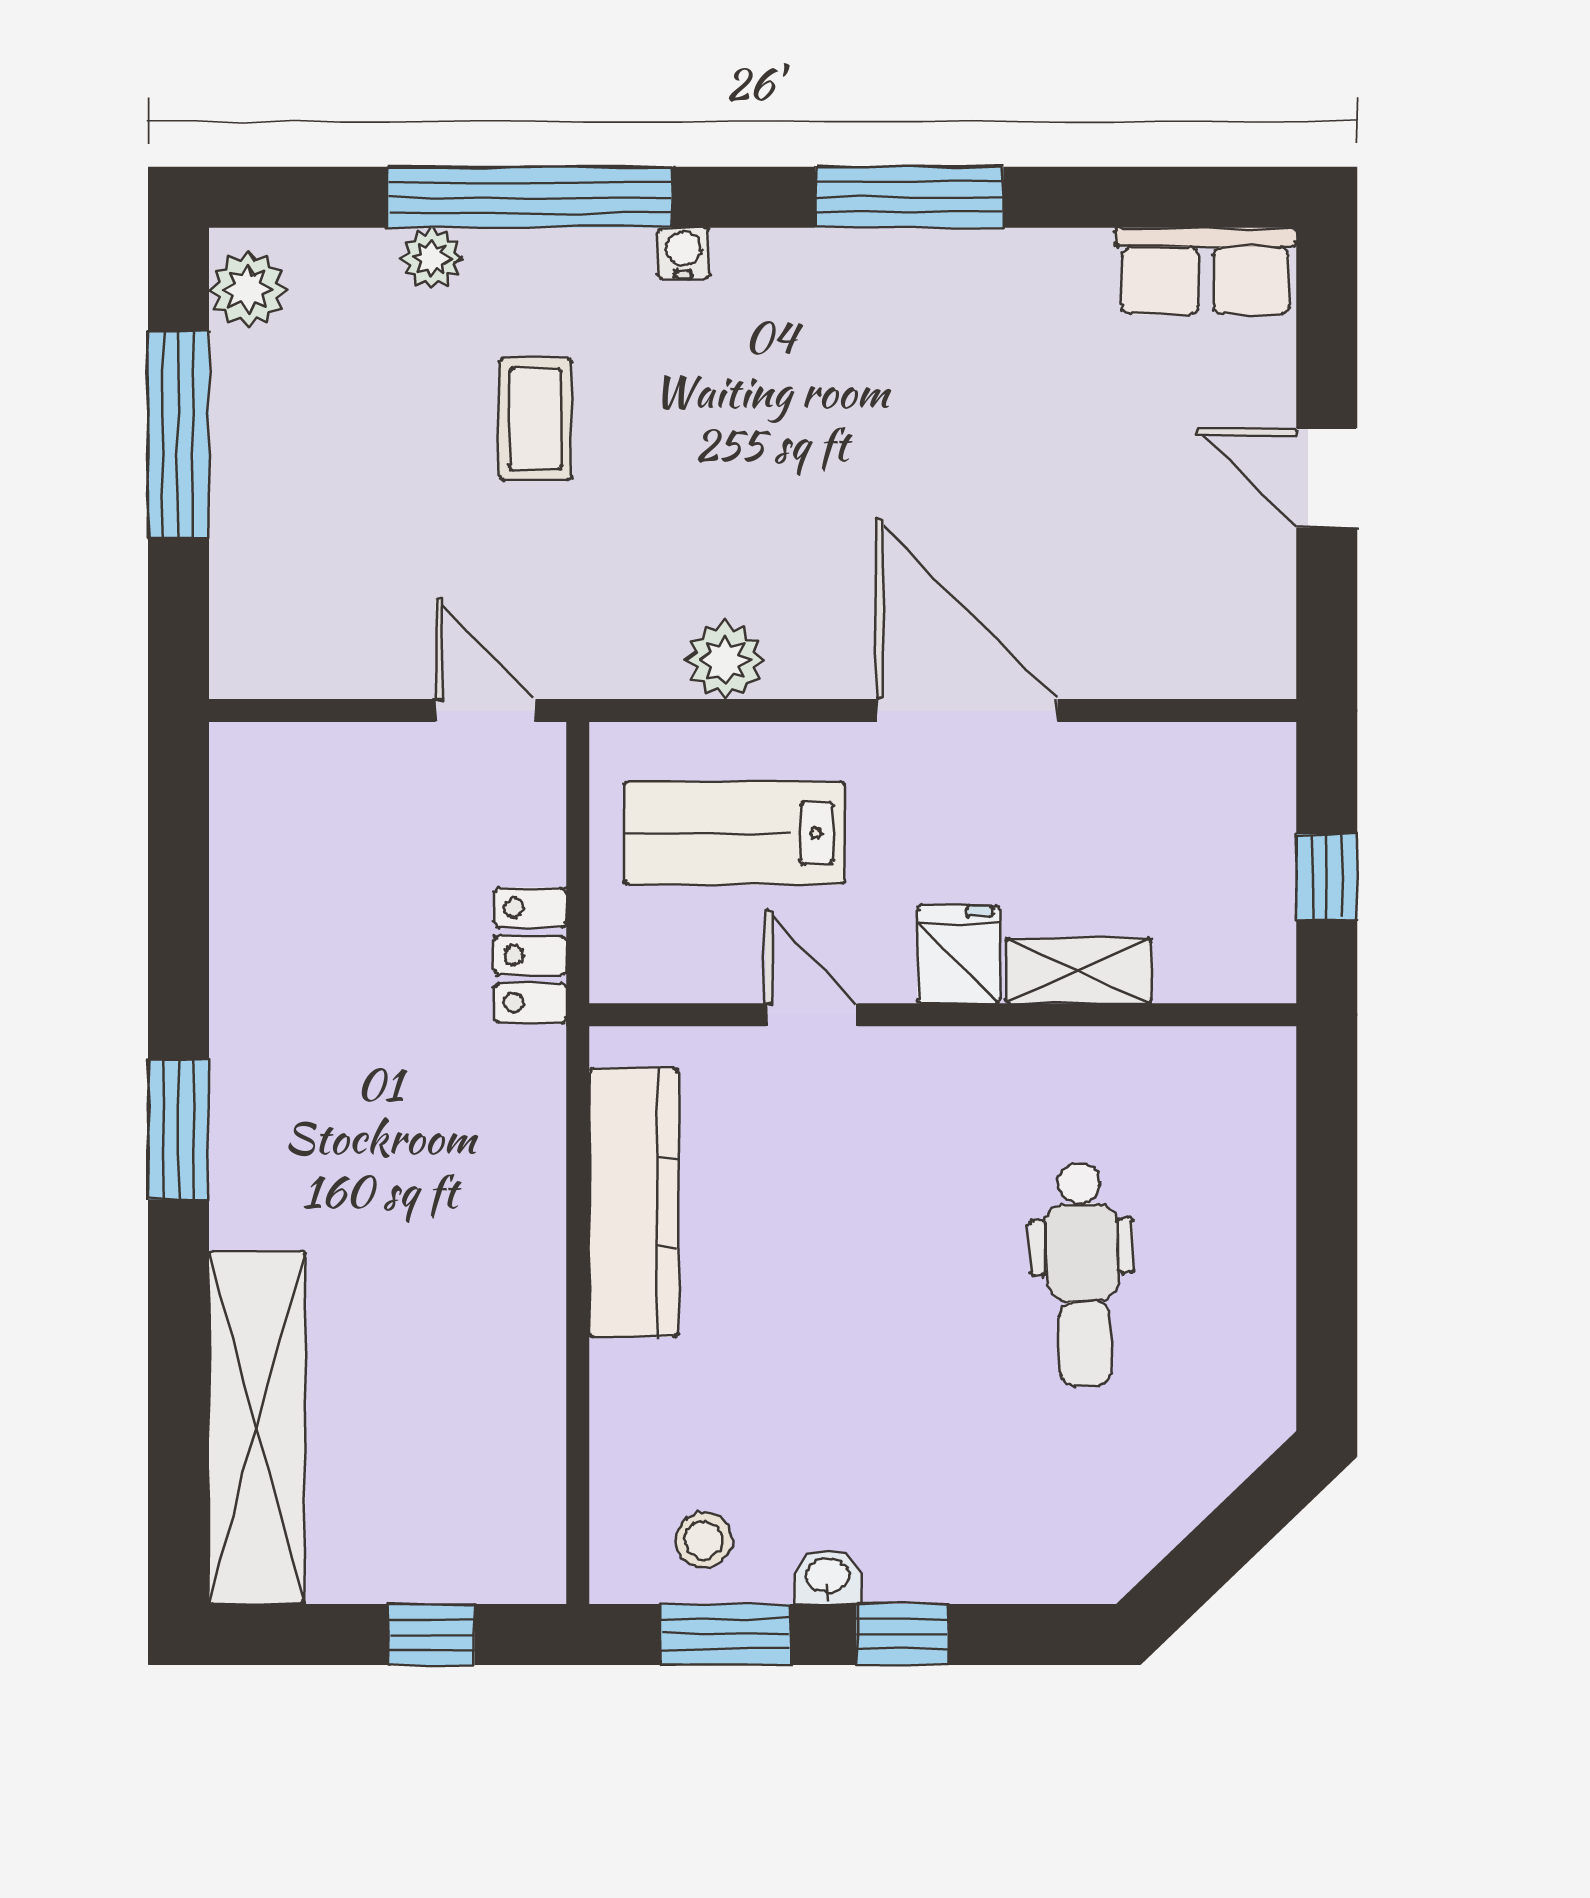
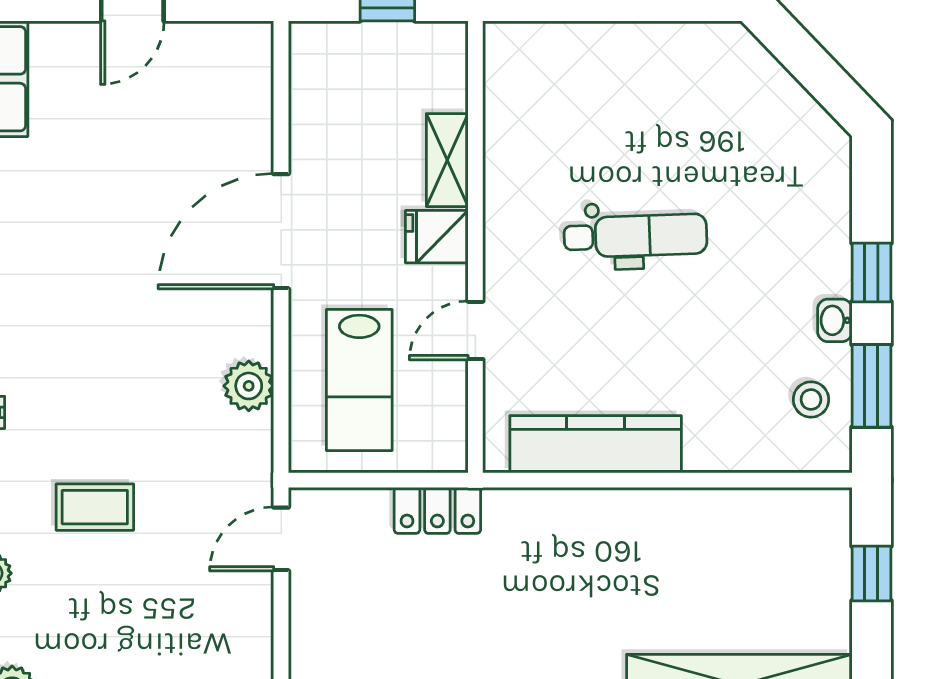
dental chair: (1083, 1274) -> (635, 236), moved

